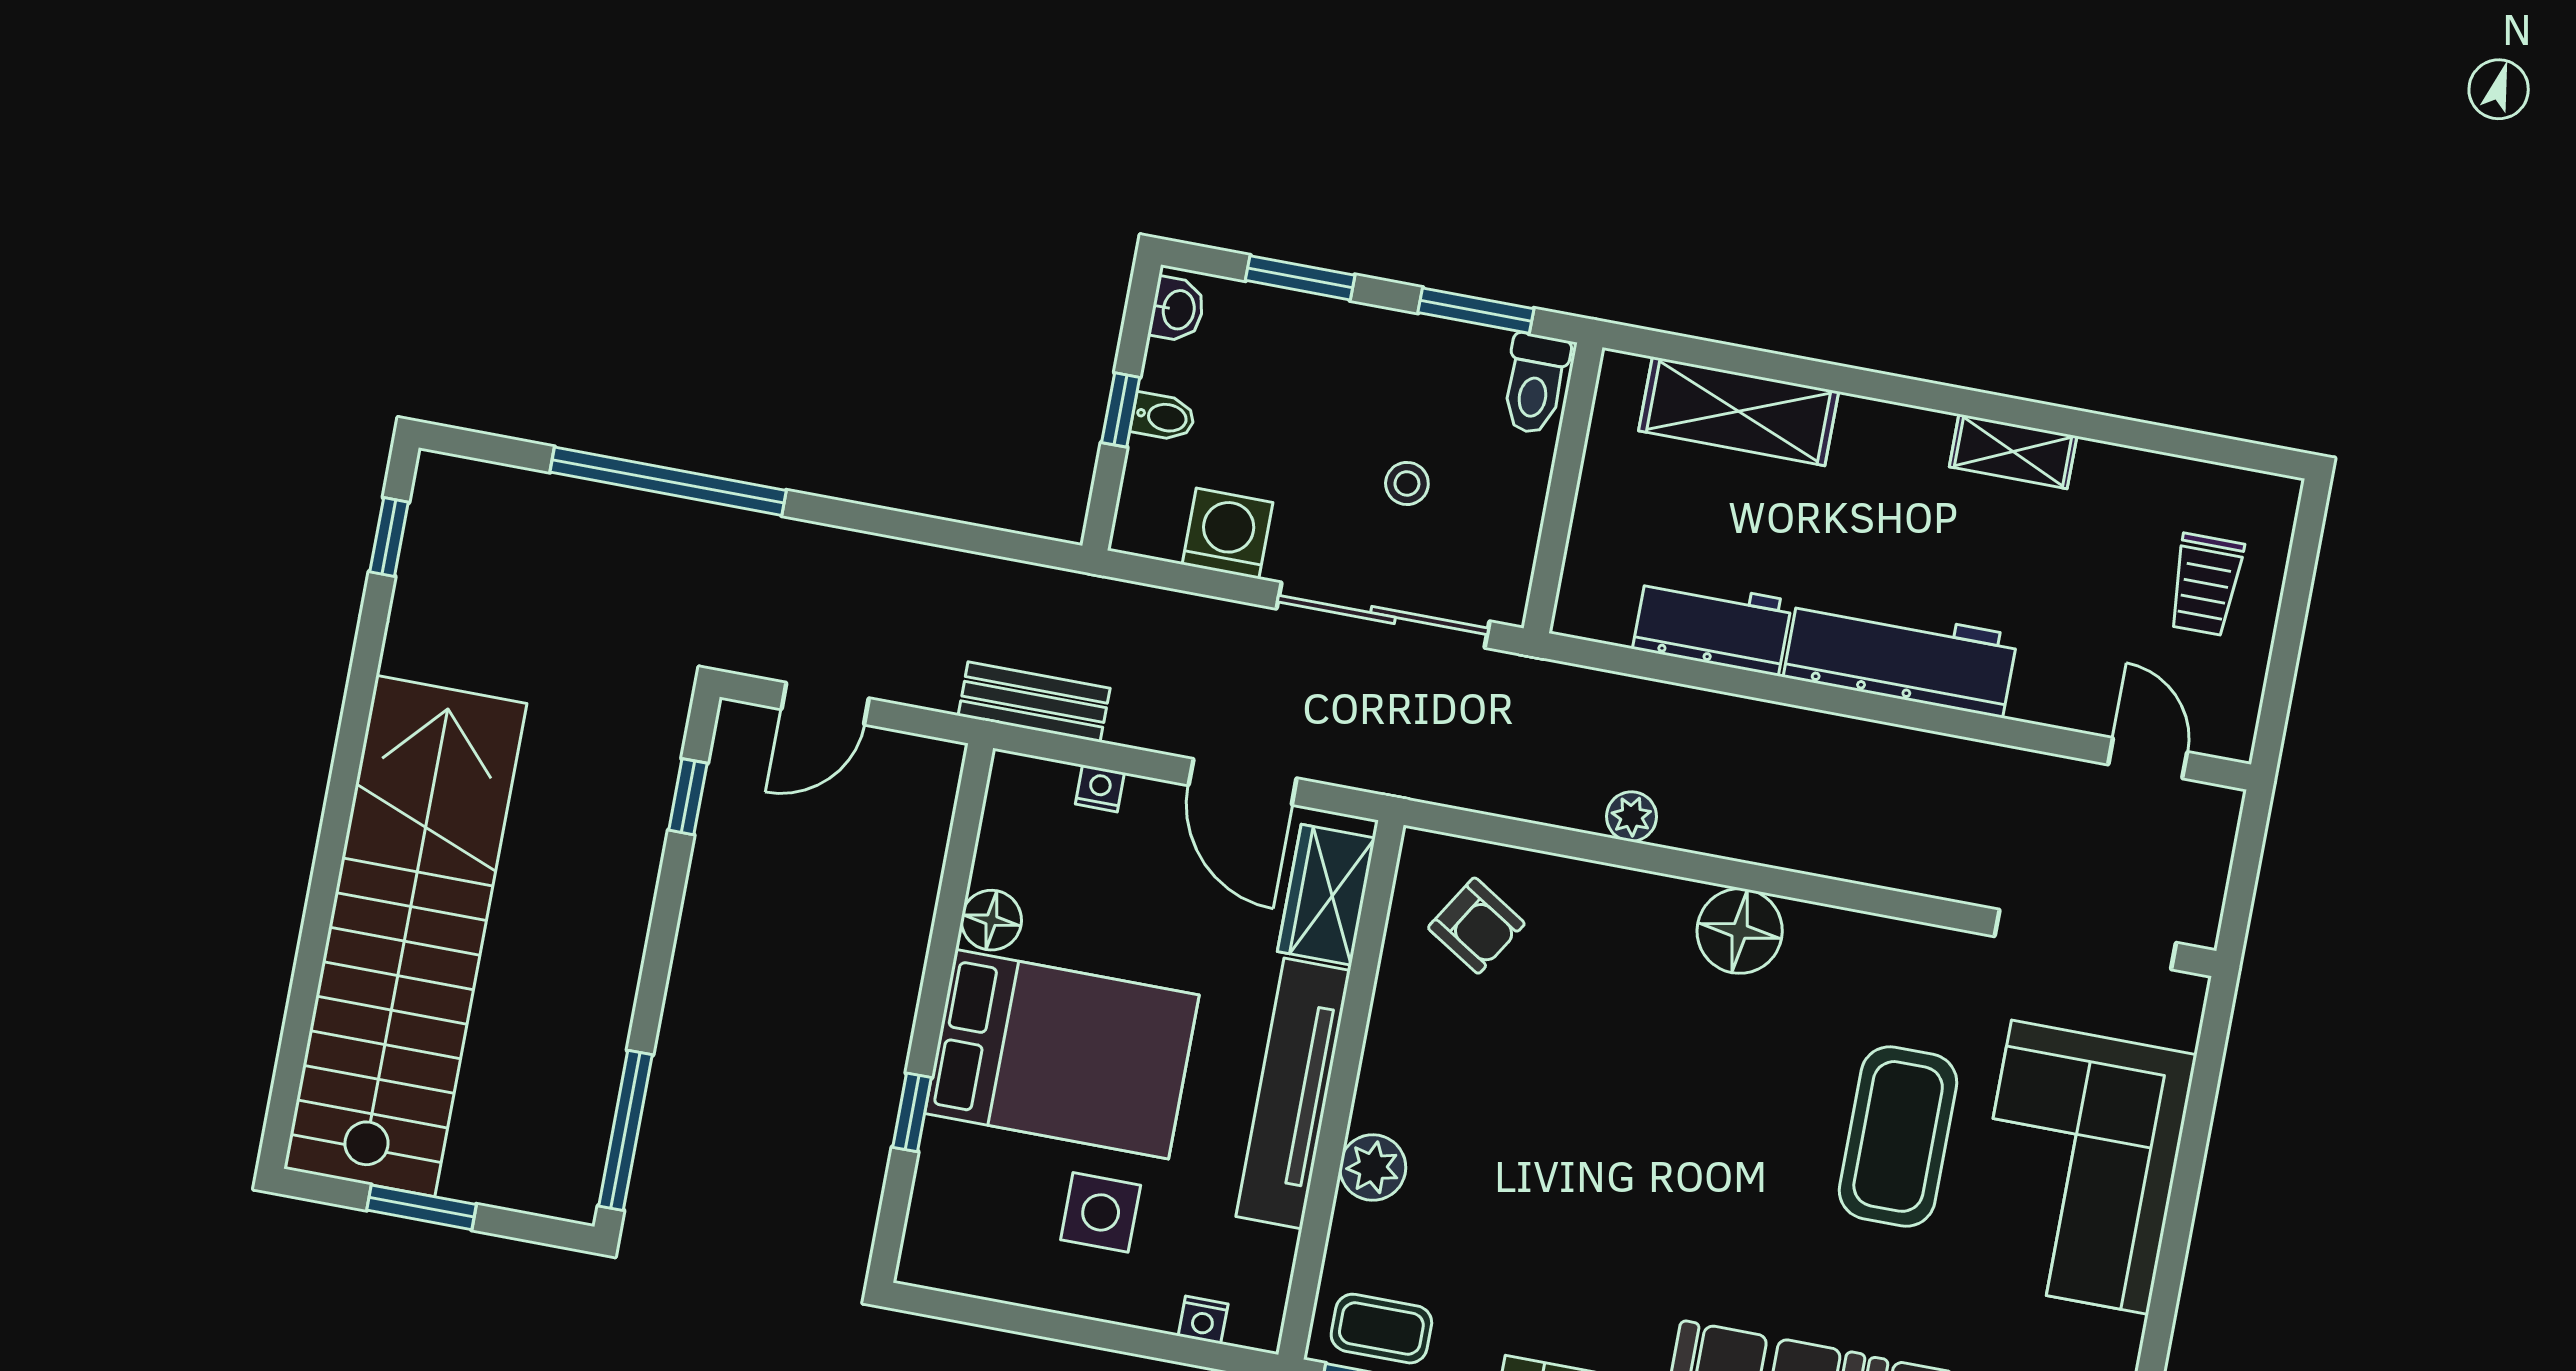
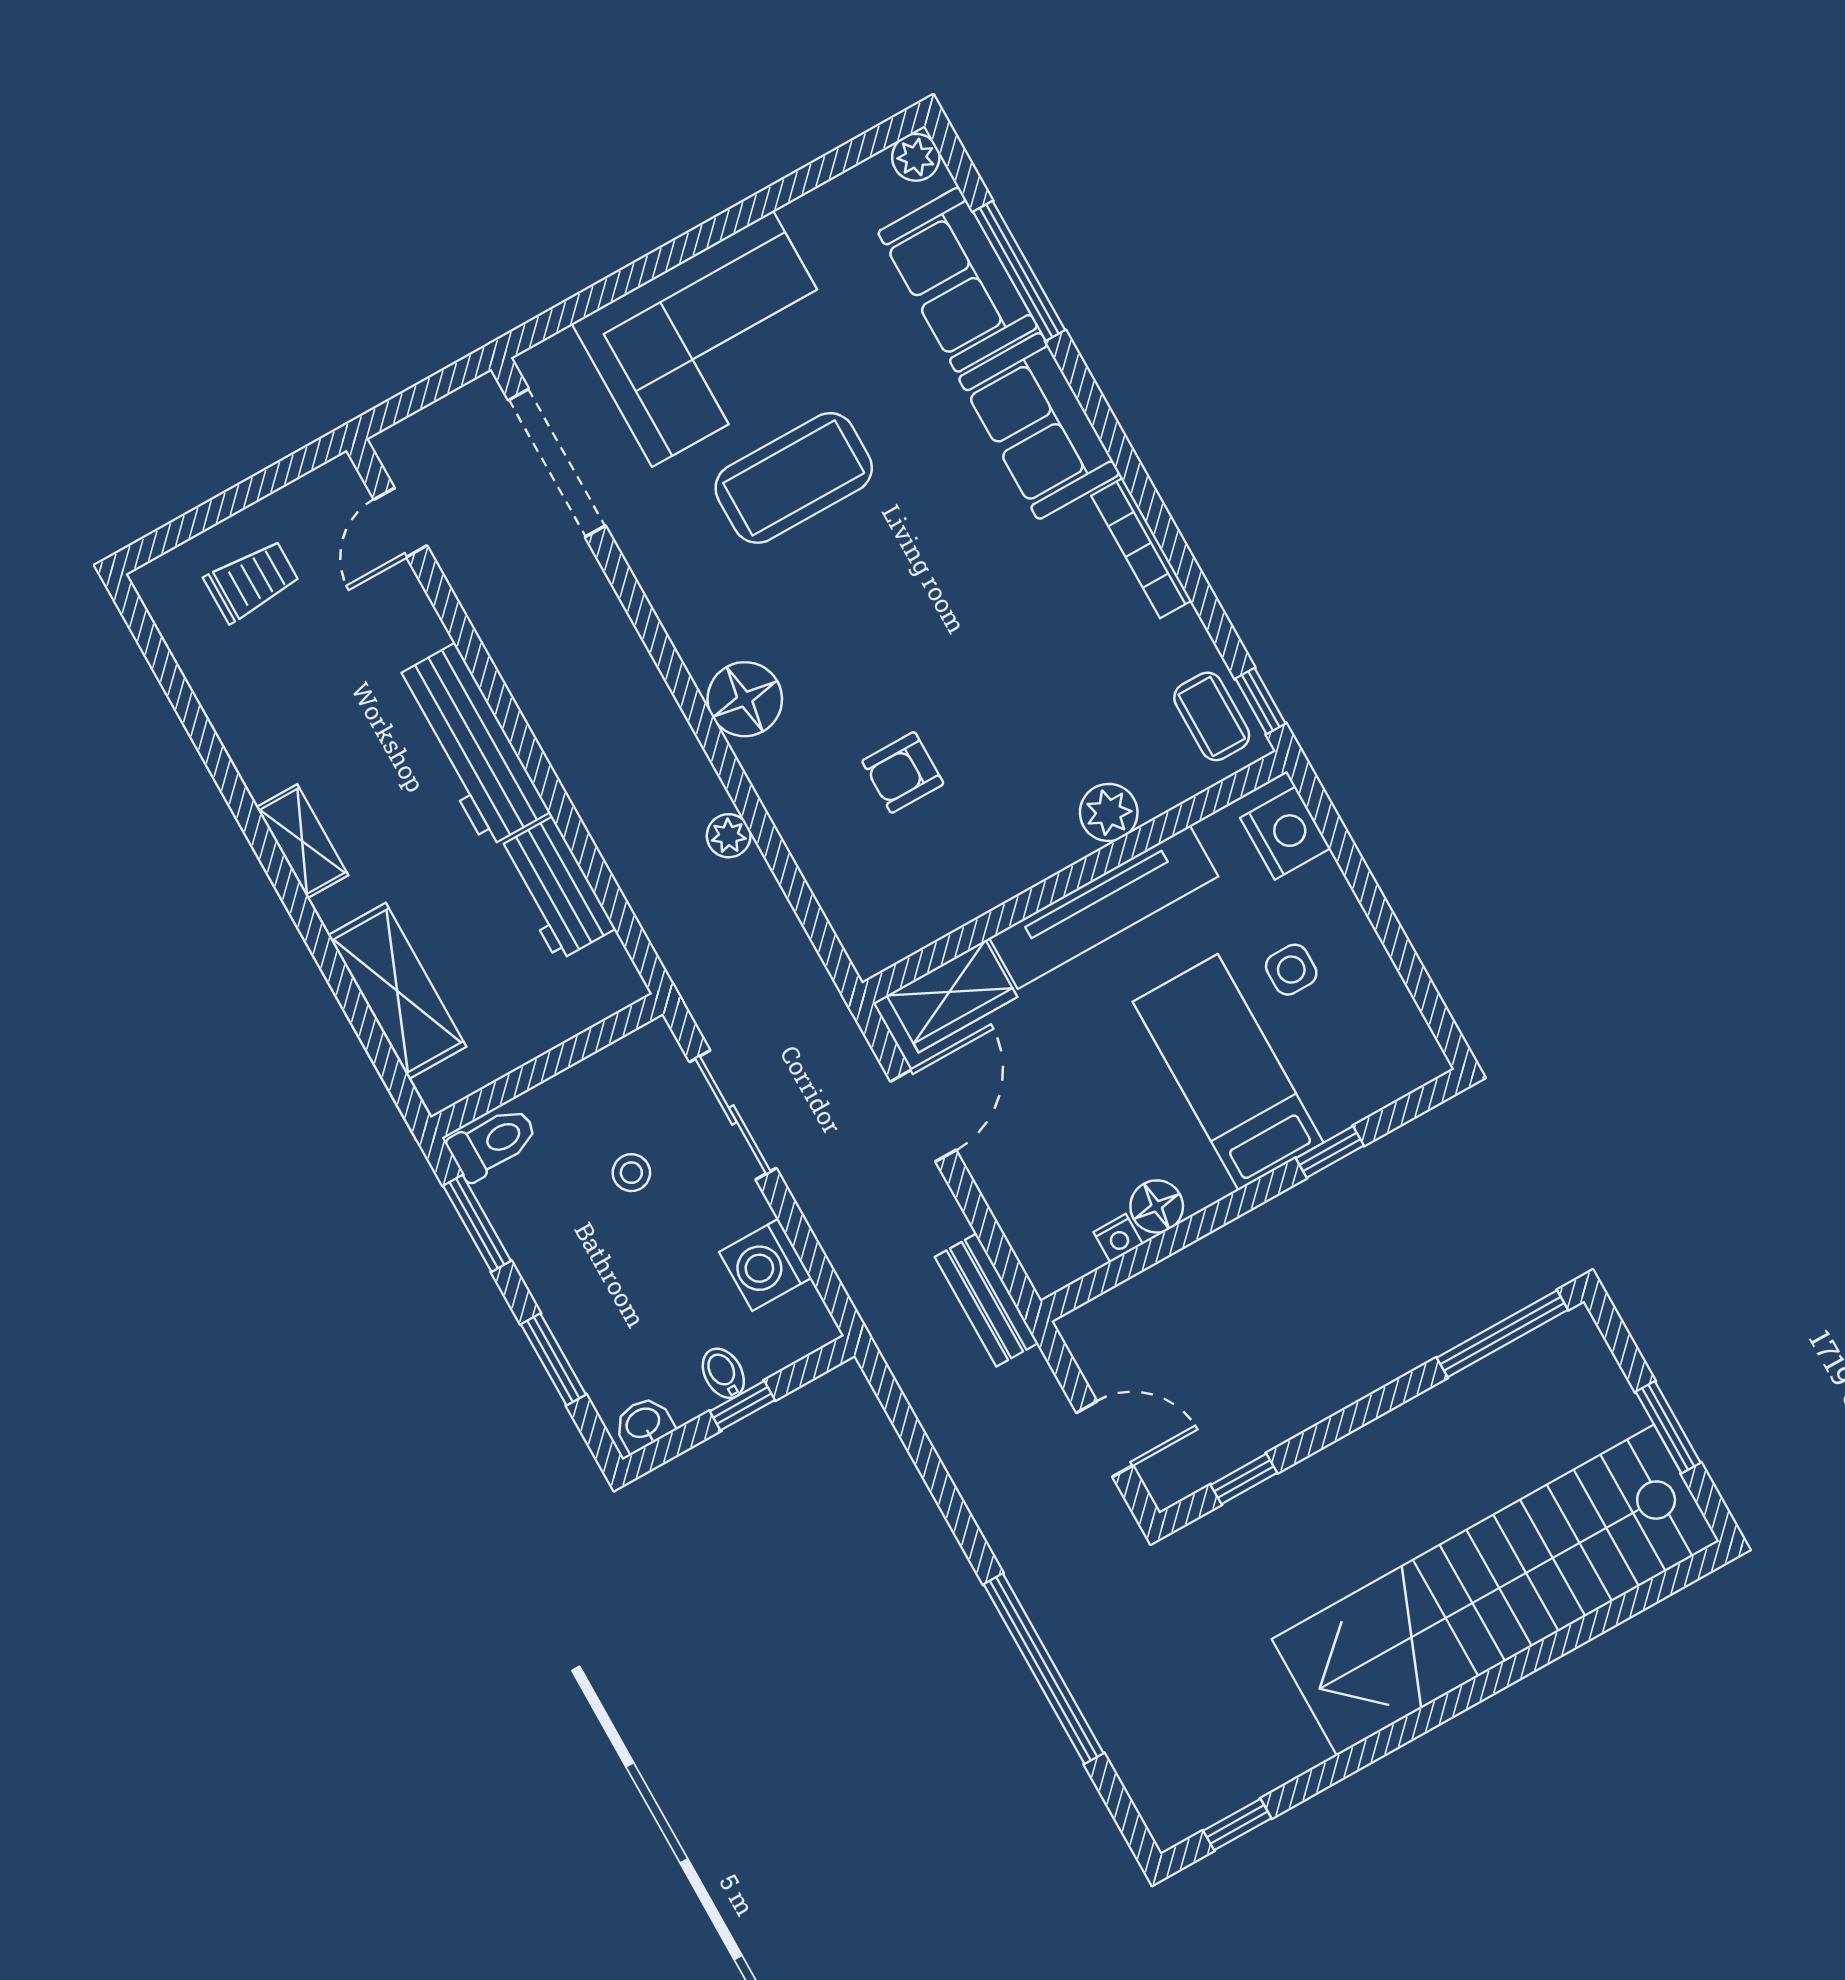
shelving: (2013, 451) -> (302, 841), moved
sliding door: (1383, 615) -> (733, 1115), width x0.73
nightstand: (1100, 788) -> (1118, 1238), moved, turned -90
armchair: (1476, 926) -> (903, 772), moved, turned -122
bed: (1062, 1054) -> (1228, 1072), width x0.67
side table: (1101, 1212) -> (1291, 970), width x0.73, depth x0.73
nightstand: (1203, 1320) -> (1285, 833), width x1.89, depth x1.79

